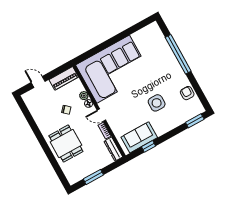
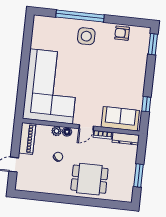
side table: (157, 103) -> (86, 36), moved
sofa: (139, 137) -> (120, 119), moved, turned 90

